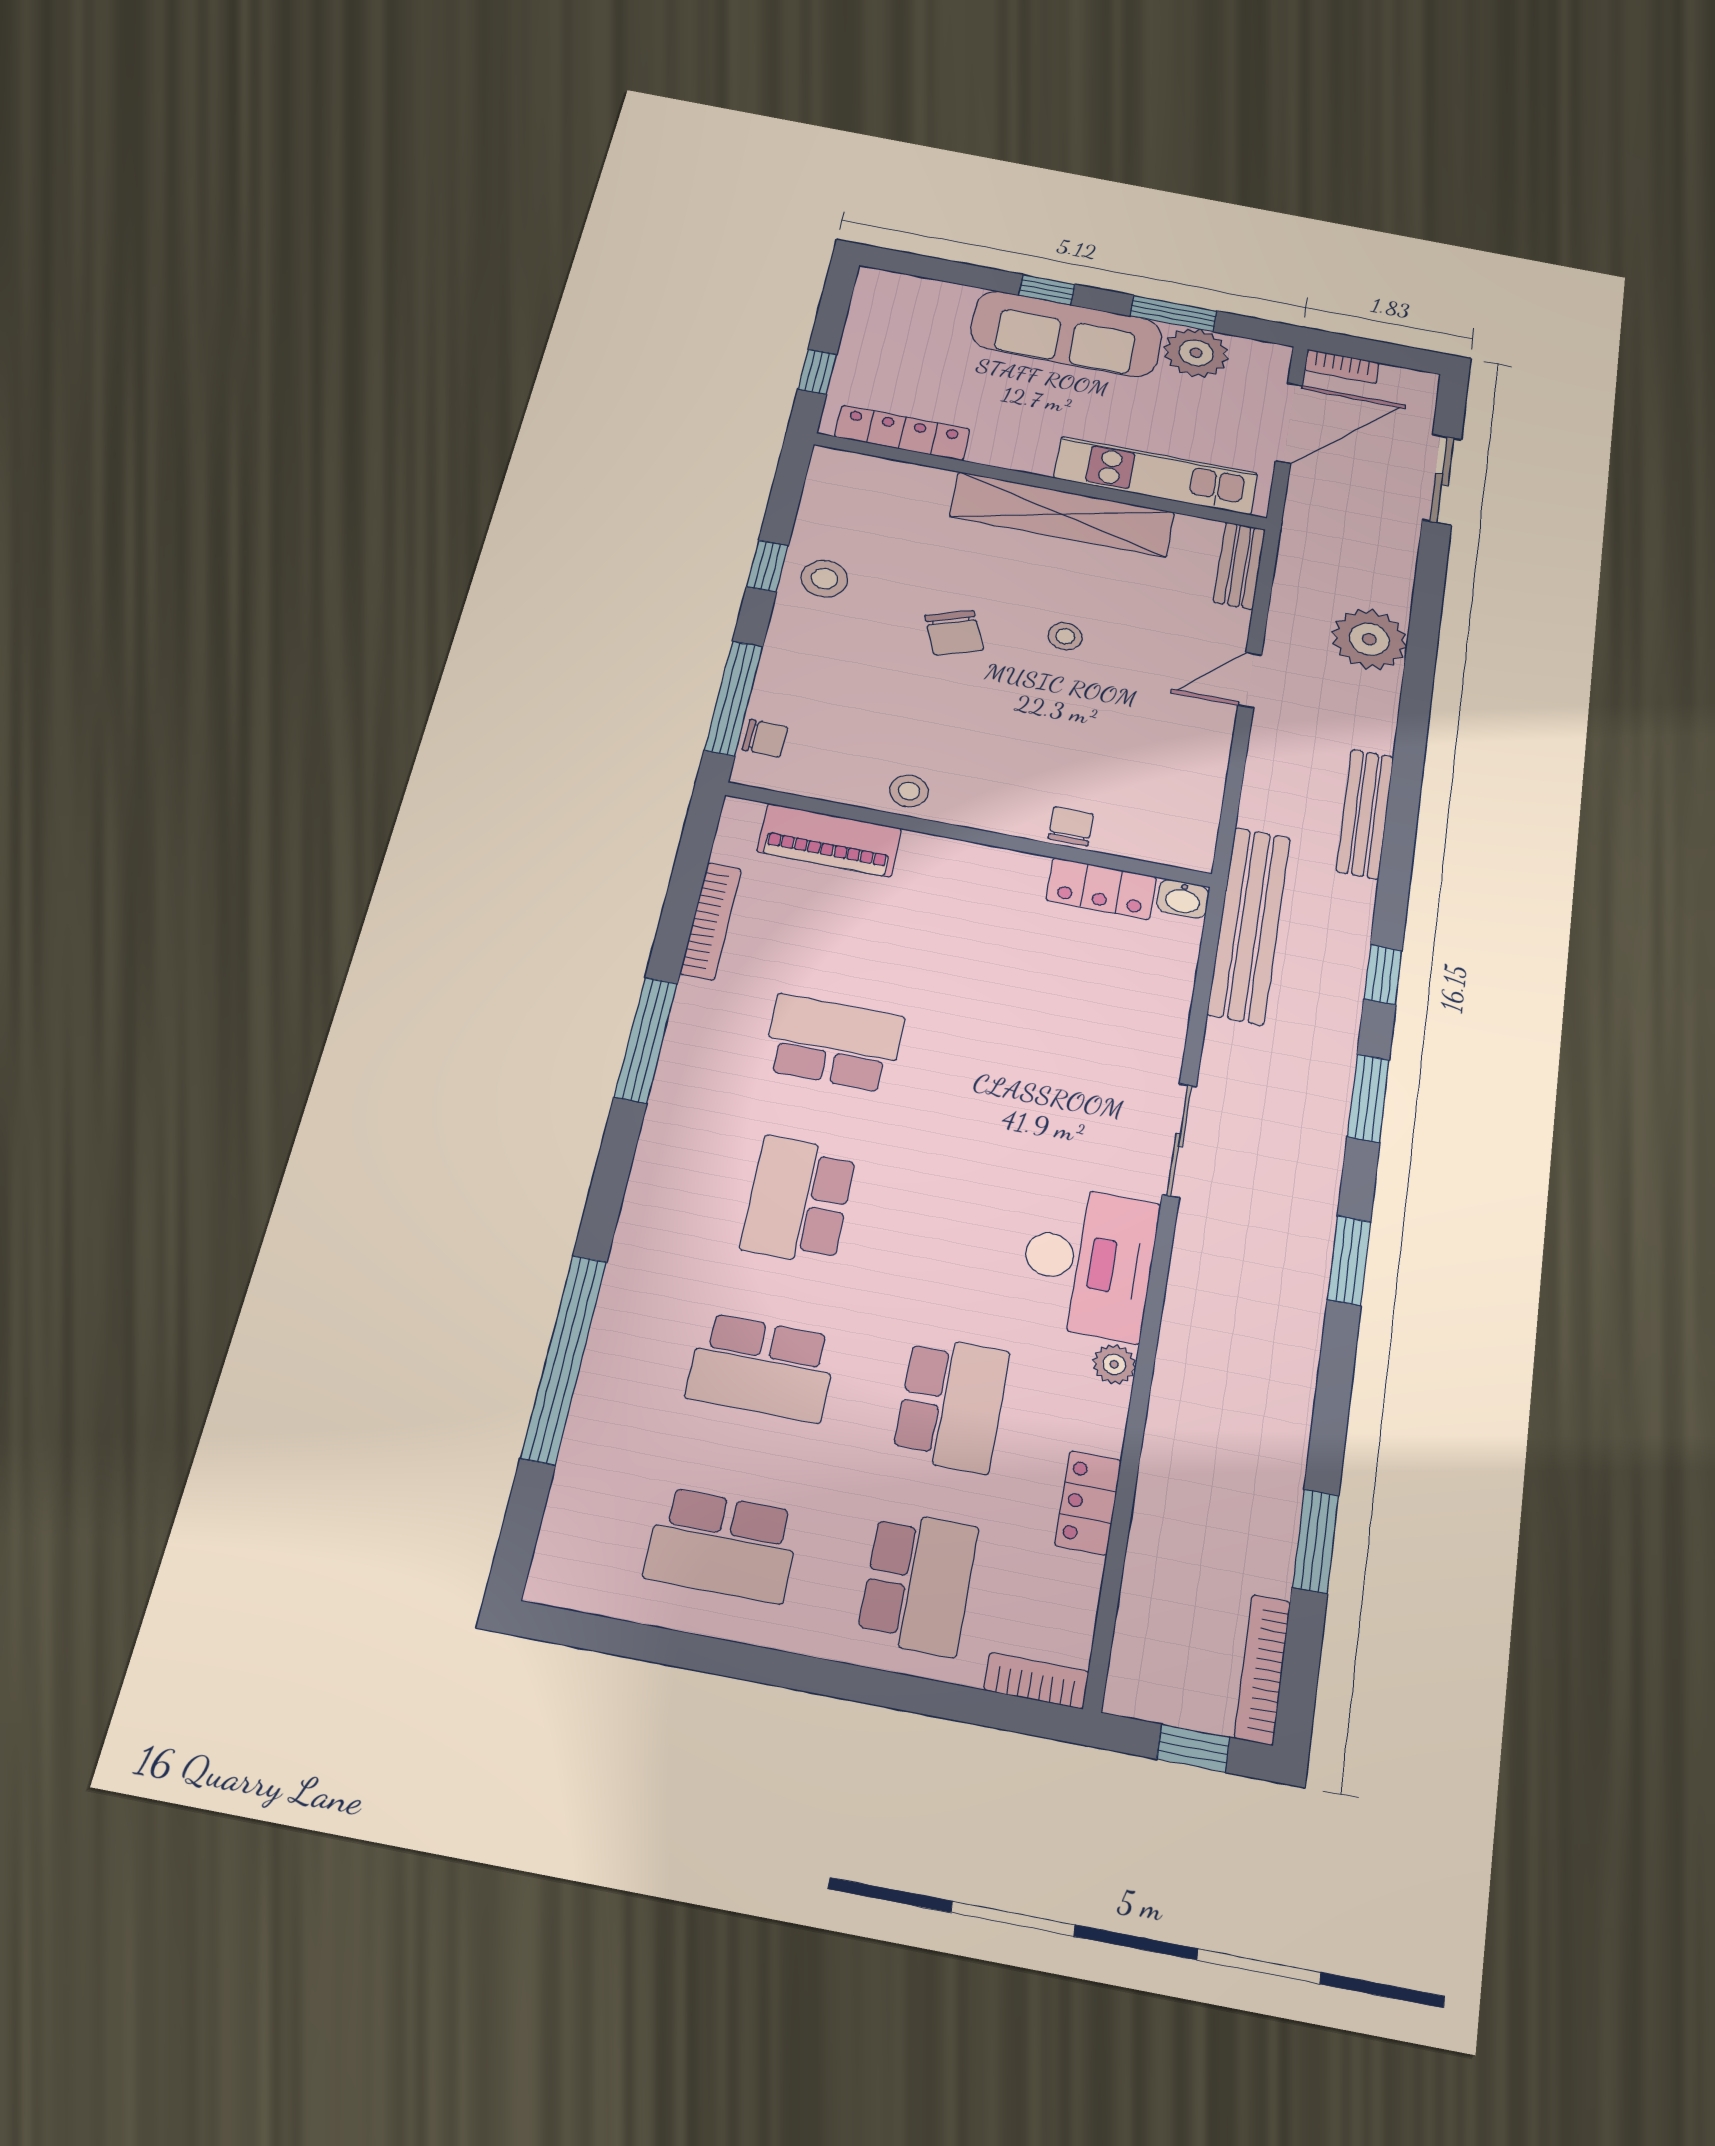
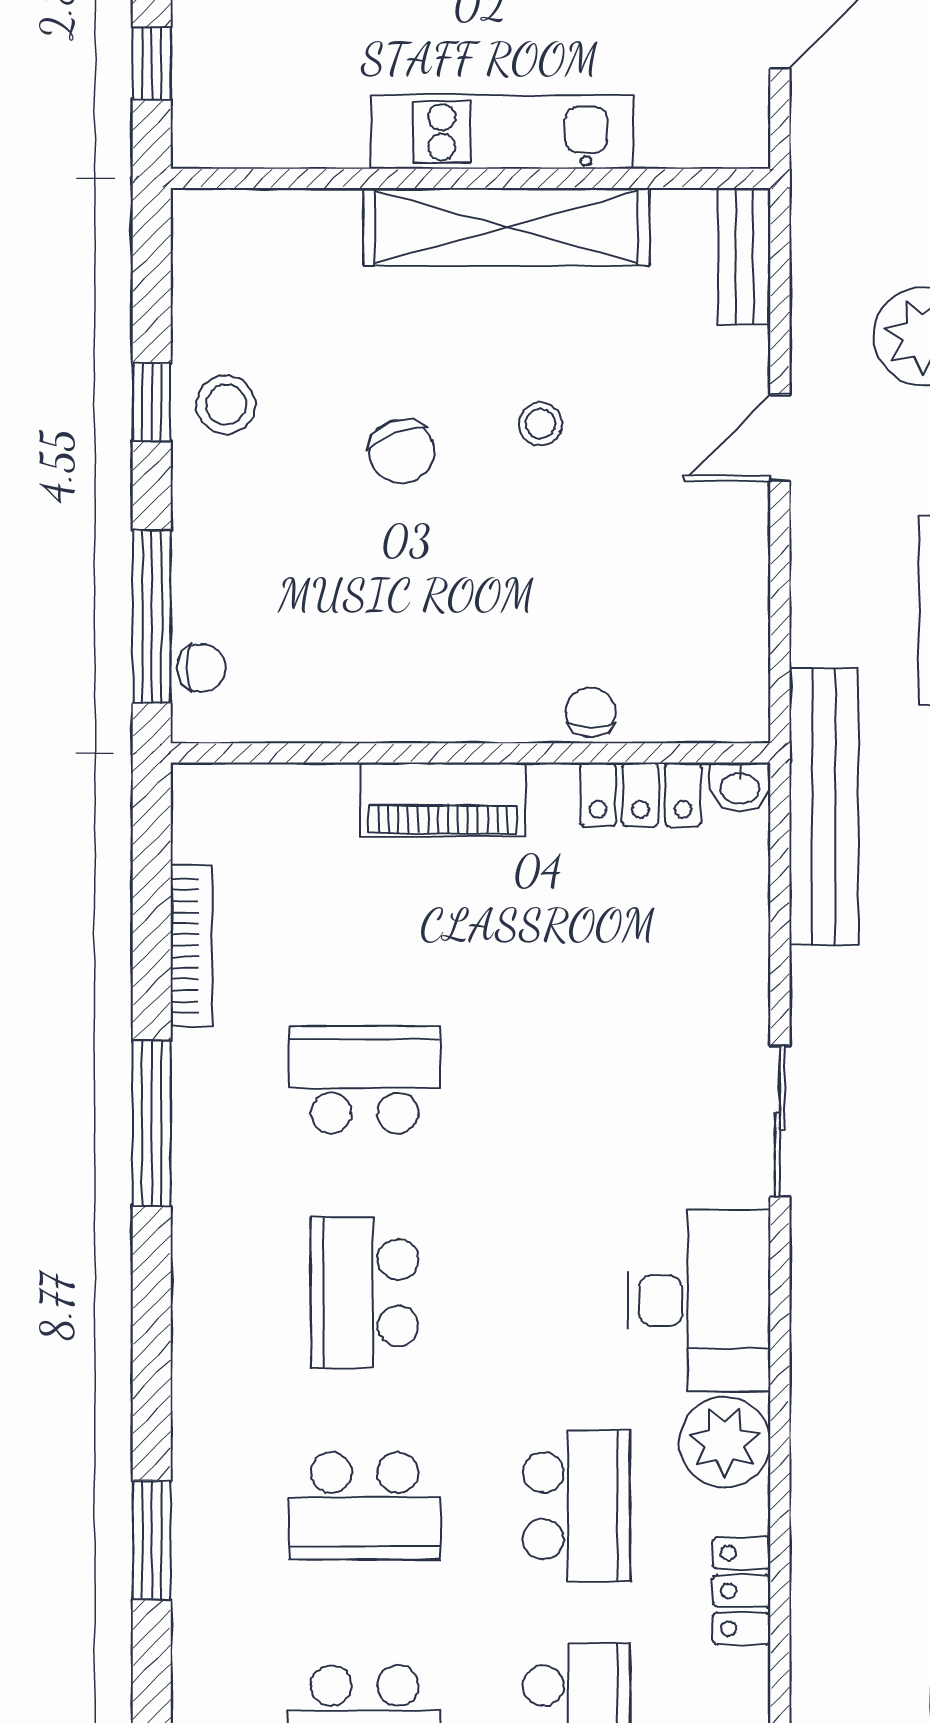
locker: (902, 433) -> (280, 141), removed
kitchen unit: (1156, 476) -> (502, 132), moved
stool: (909, 791) -> (388, 706), removed
piano: (829, 840) -> (443, 799), moved
window: (564, 1359) -> (152, 1540), width x0.47
plant: (1114, 1364) -> (725, 1442), width x1.87, depth x1.87

